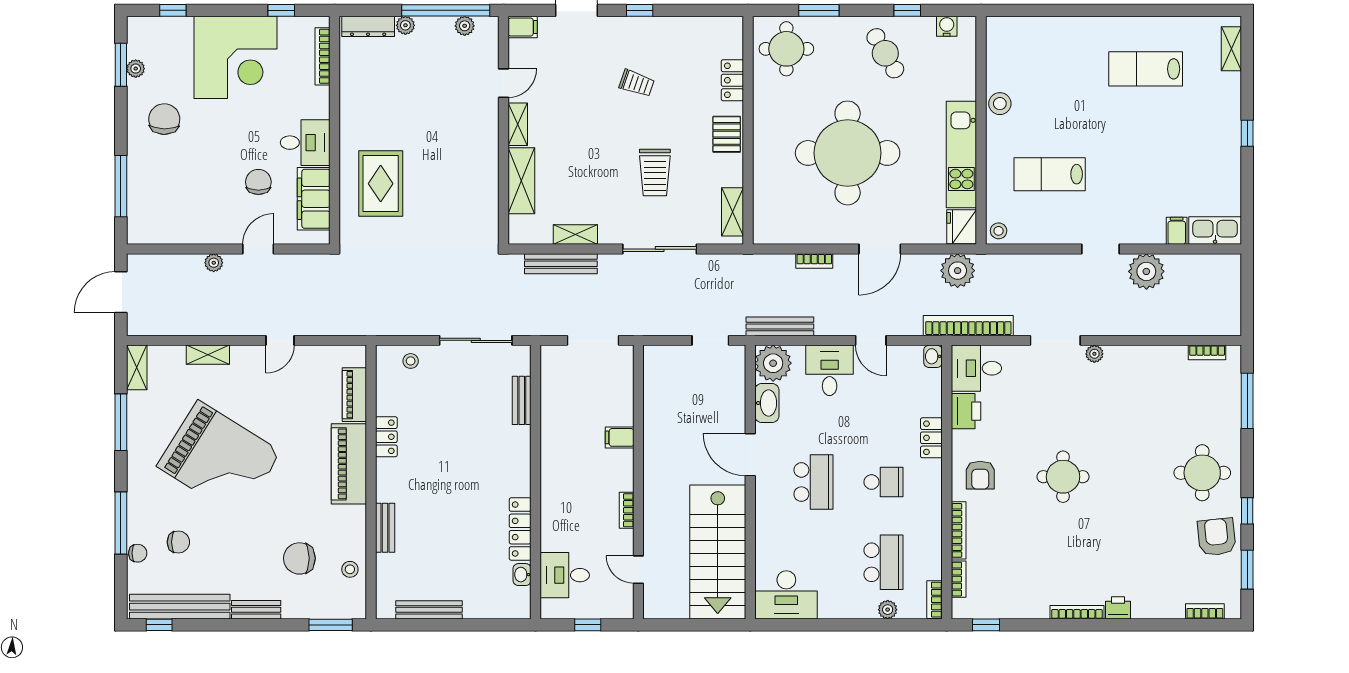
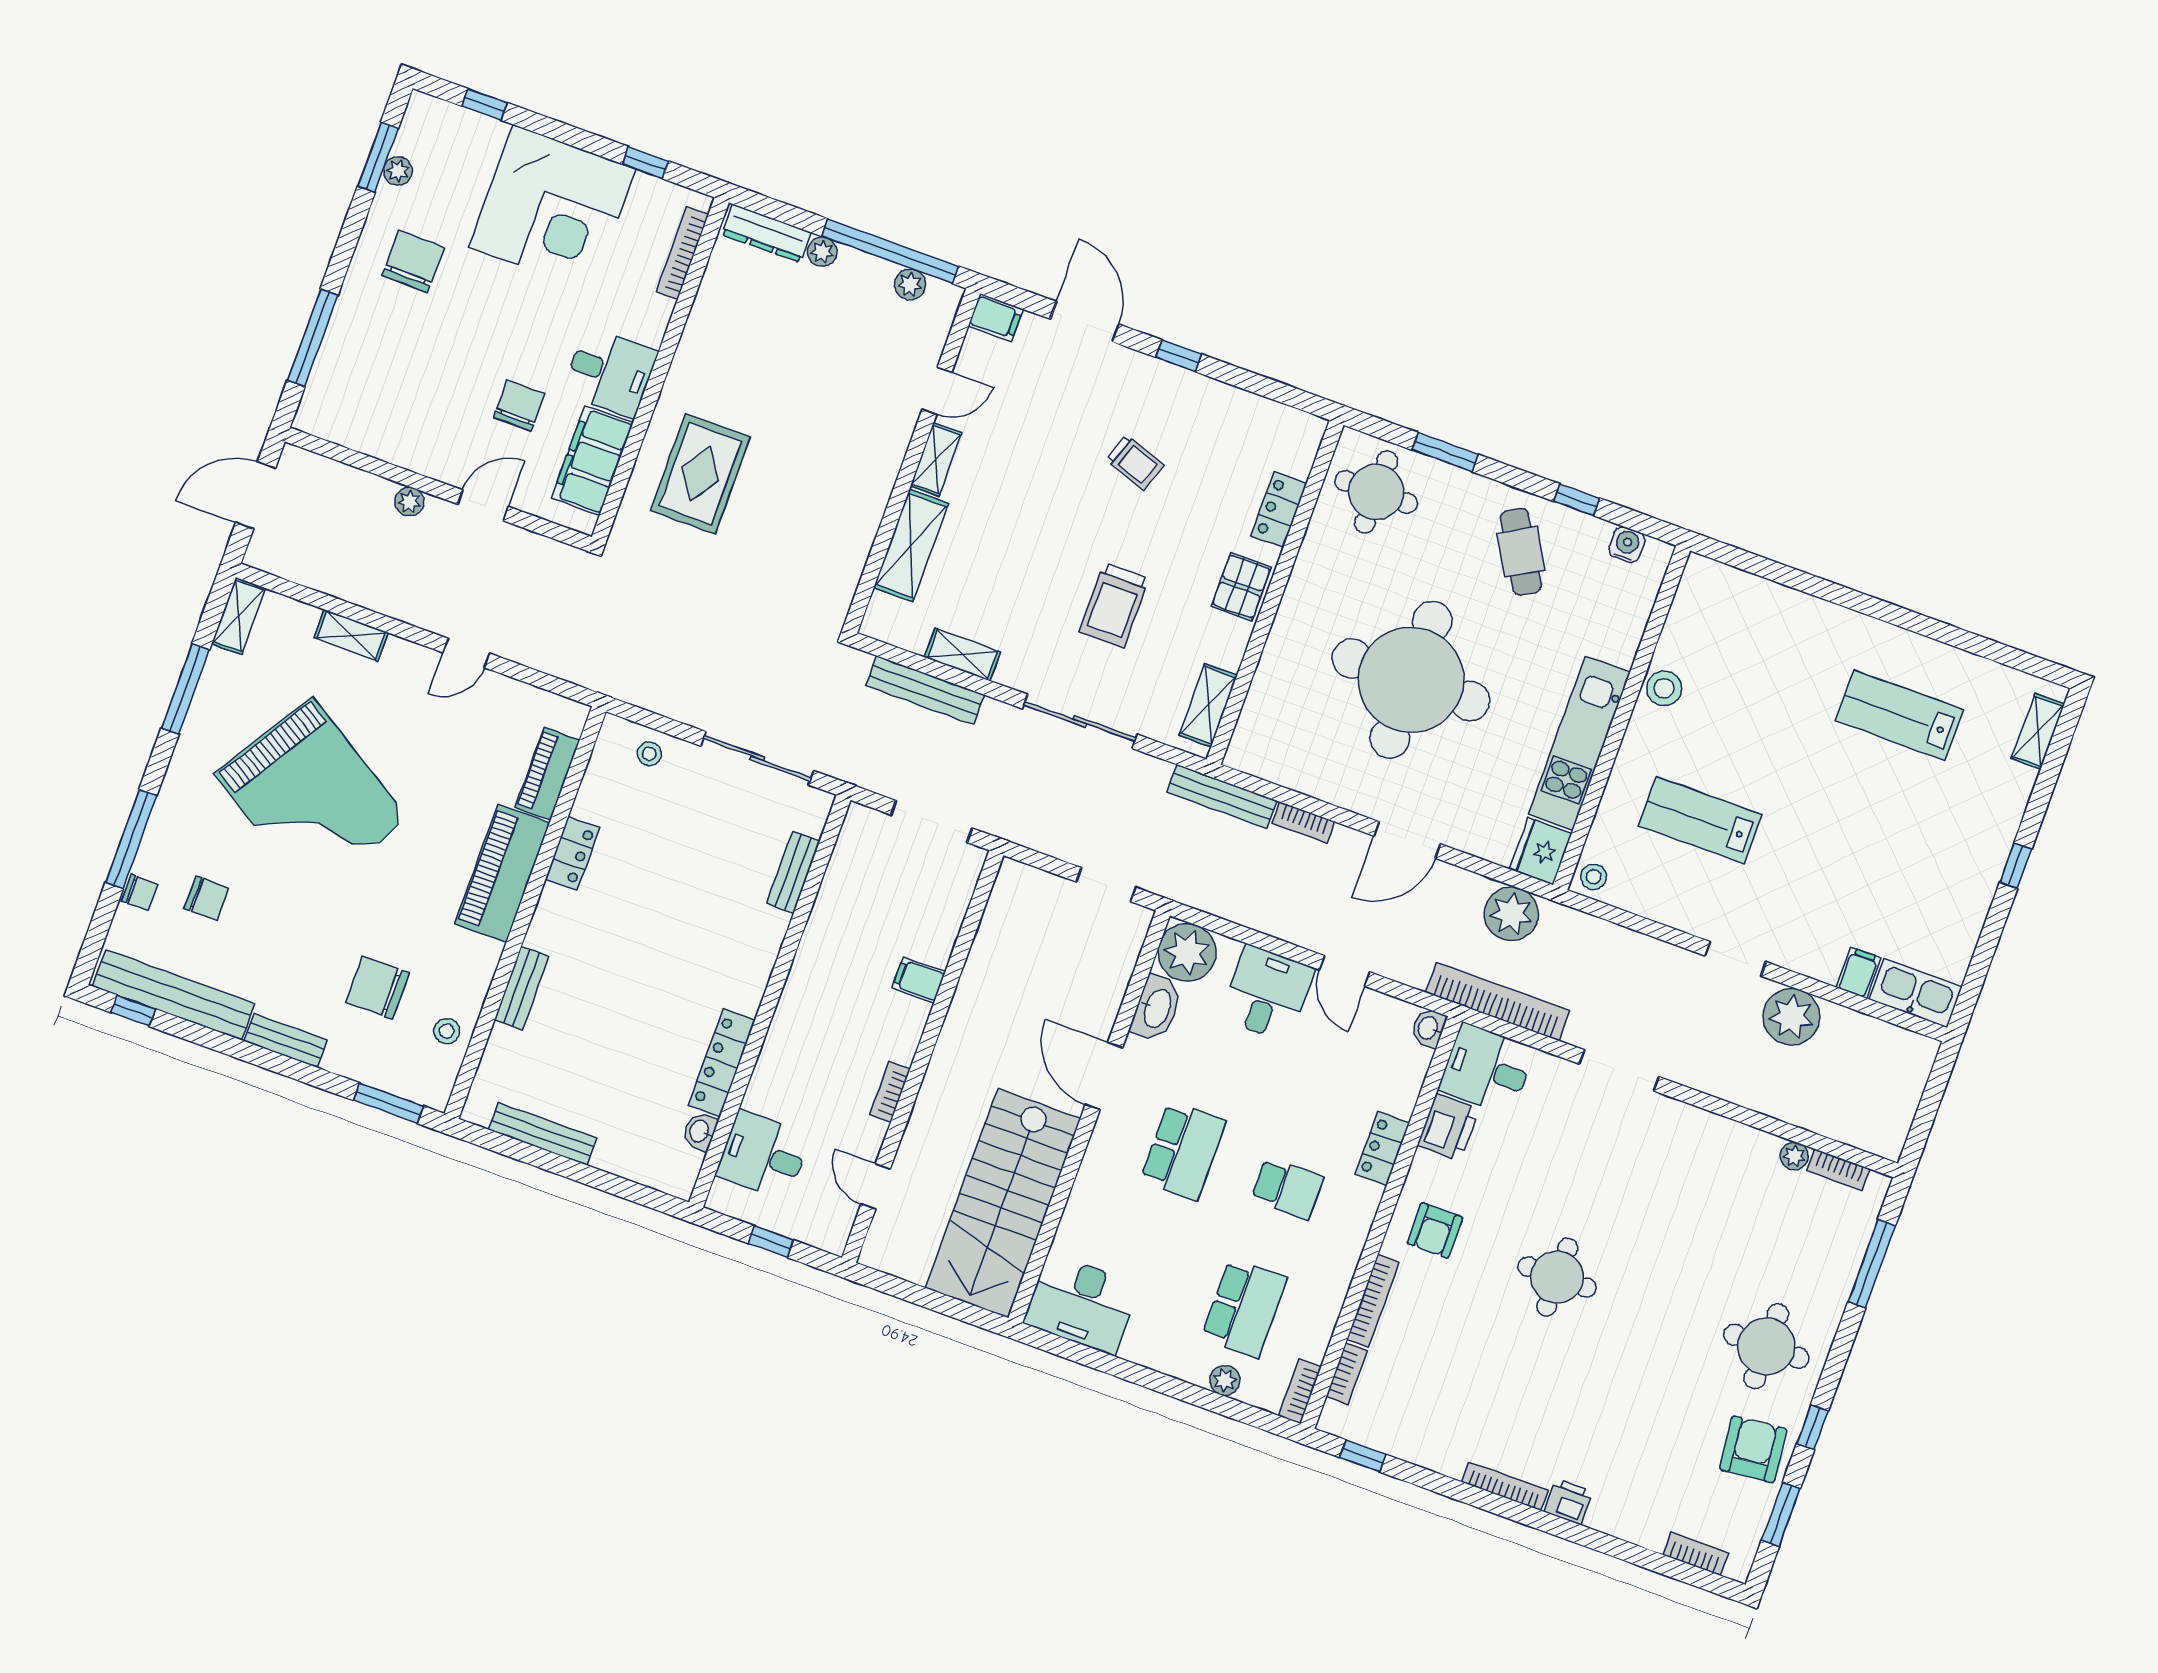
bench: (780, 326) -> (1222, 796), moved
plant: (1094, 354) -> (1794, 1156), moved

